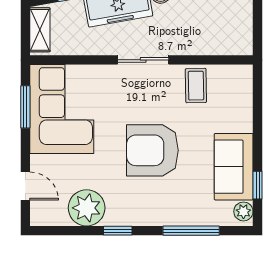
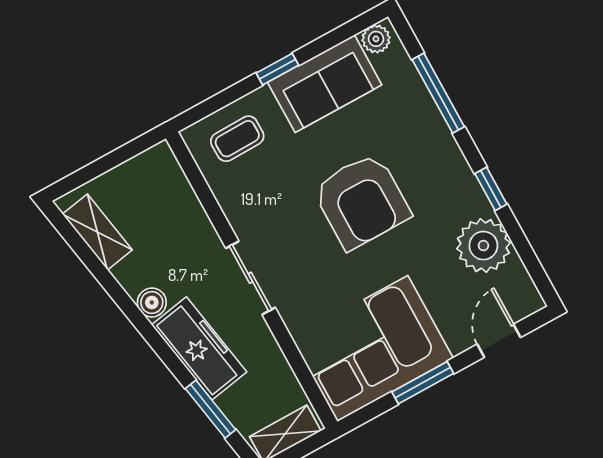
coffee table: (196, 86) -> (237, 139), moved
window: (25, 107) -> (423, 383), moved
window: (258, 185) -> (277, 69), moved

